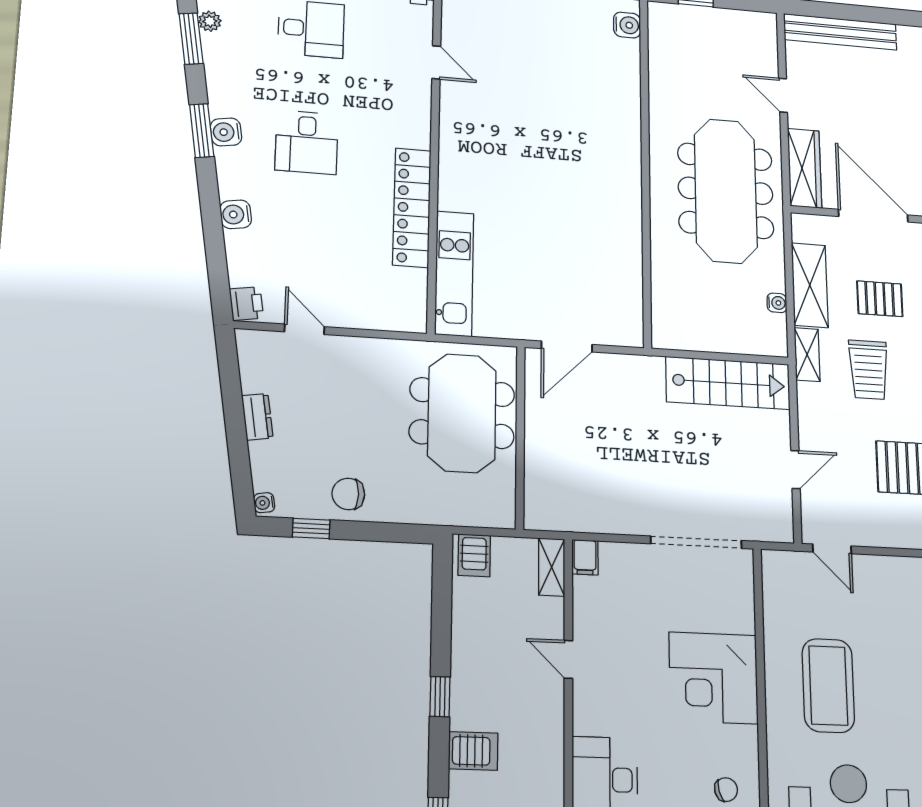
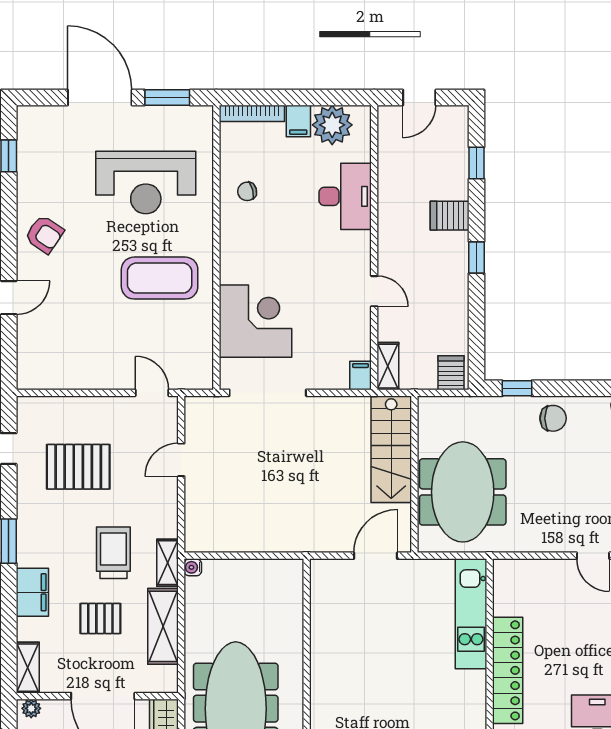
water cooler: (777, 303) -> (193, 567), moved
stairs: (728, 383) -> (391, 449), moved, turned -90
window: (311, 528) -> (517, 388), moved
corner desk: (713, 678) -> (256, 321), moved
coffee table: (828, 686) -> (160, 278), turned 90

